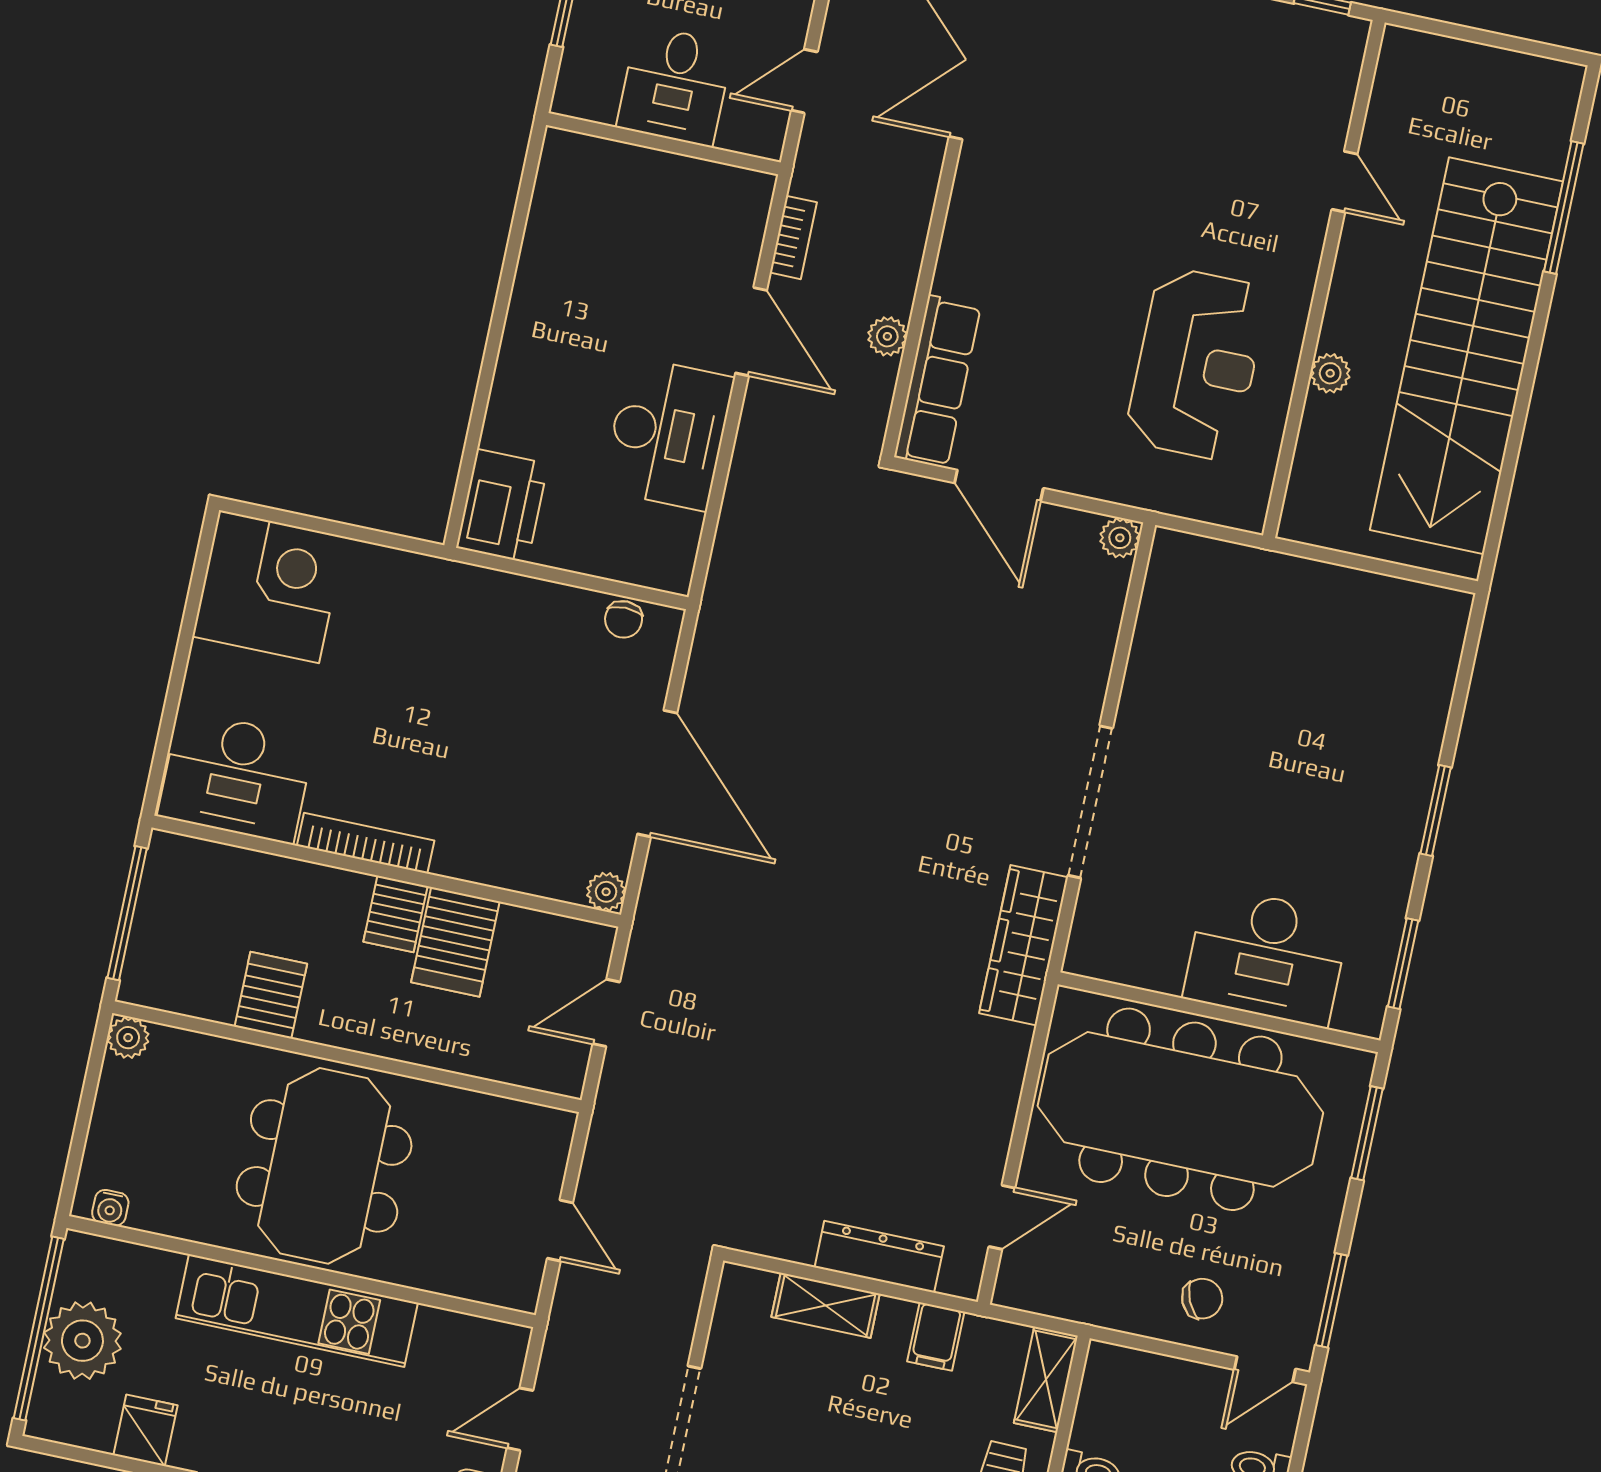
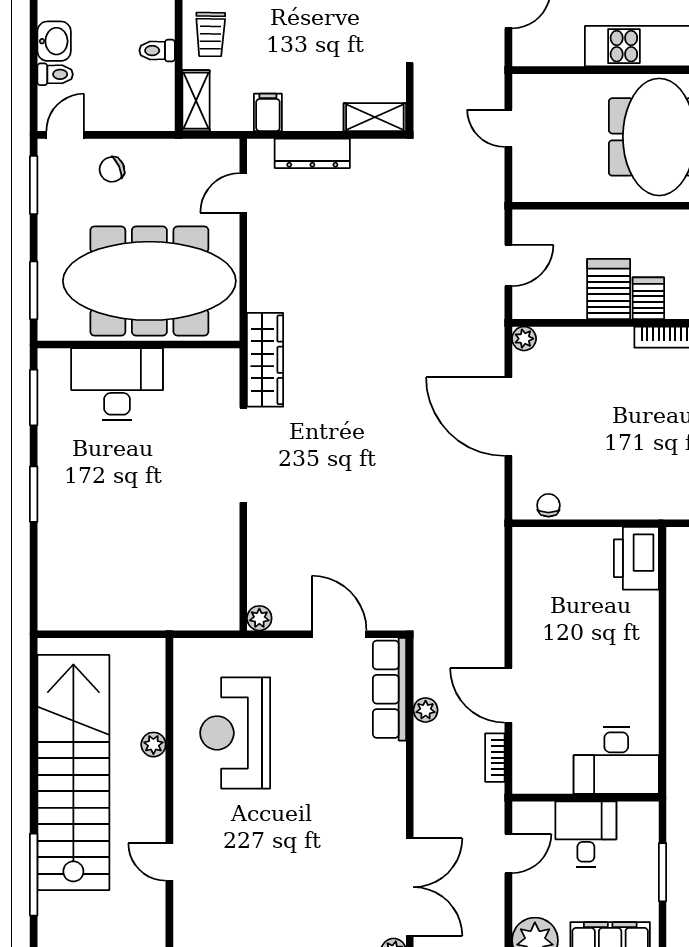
desk: (668, 434) -> (616, 760), moved, turned -90
shelving: (826, 1305) -> (375, 117), moved

